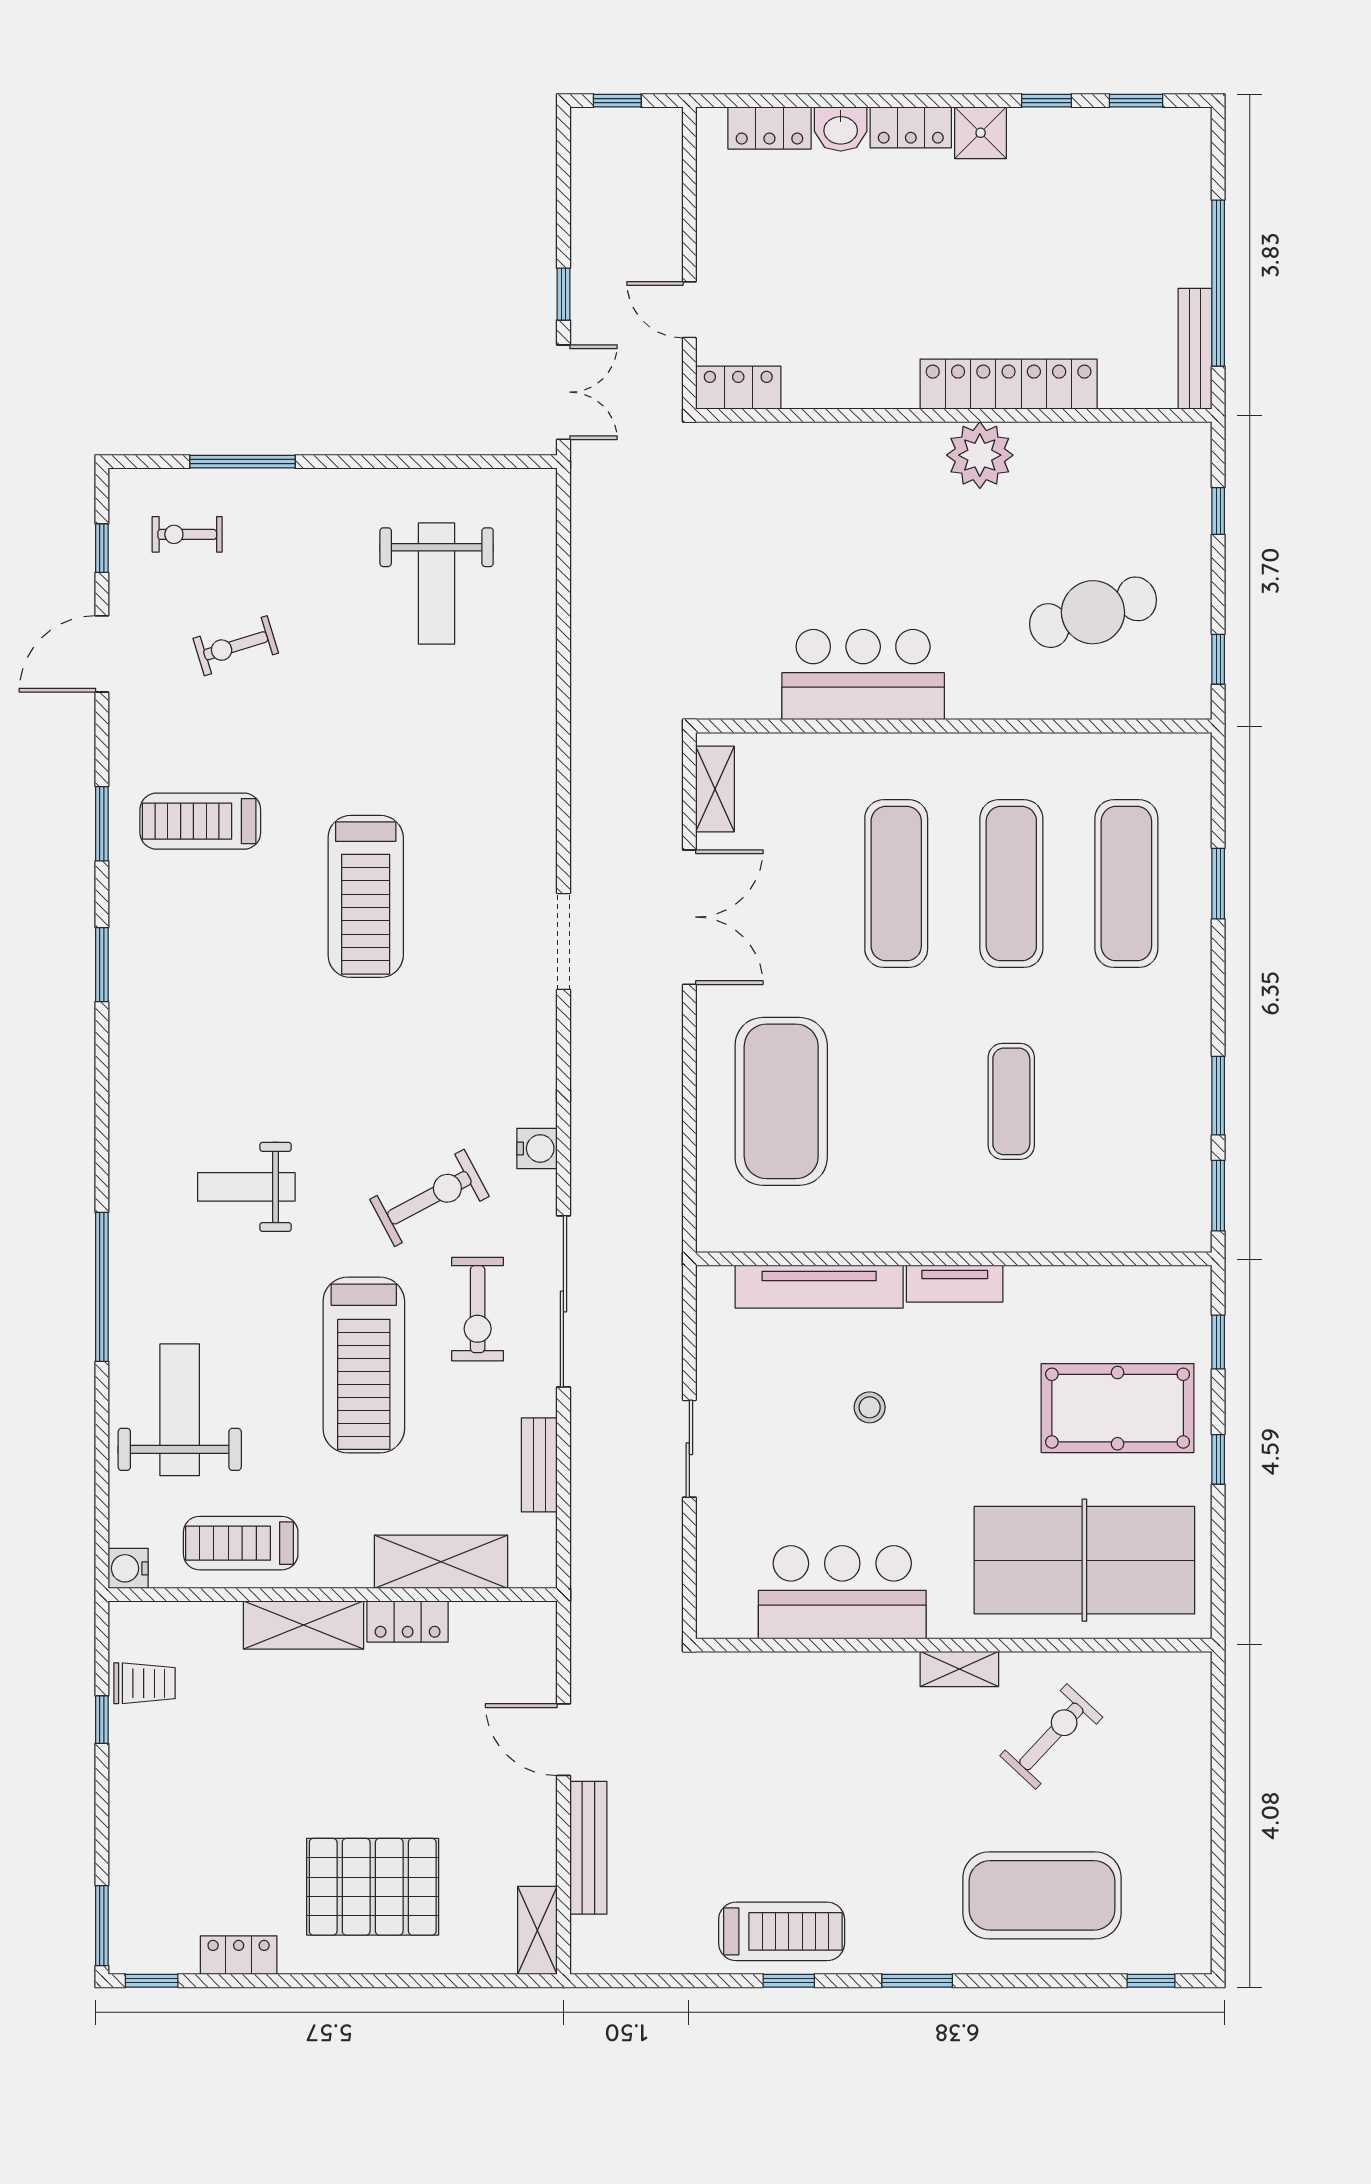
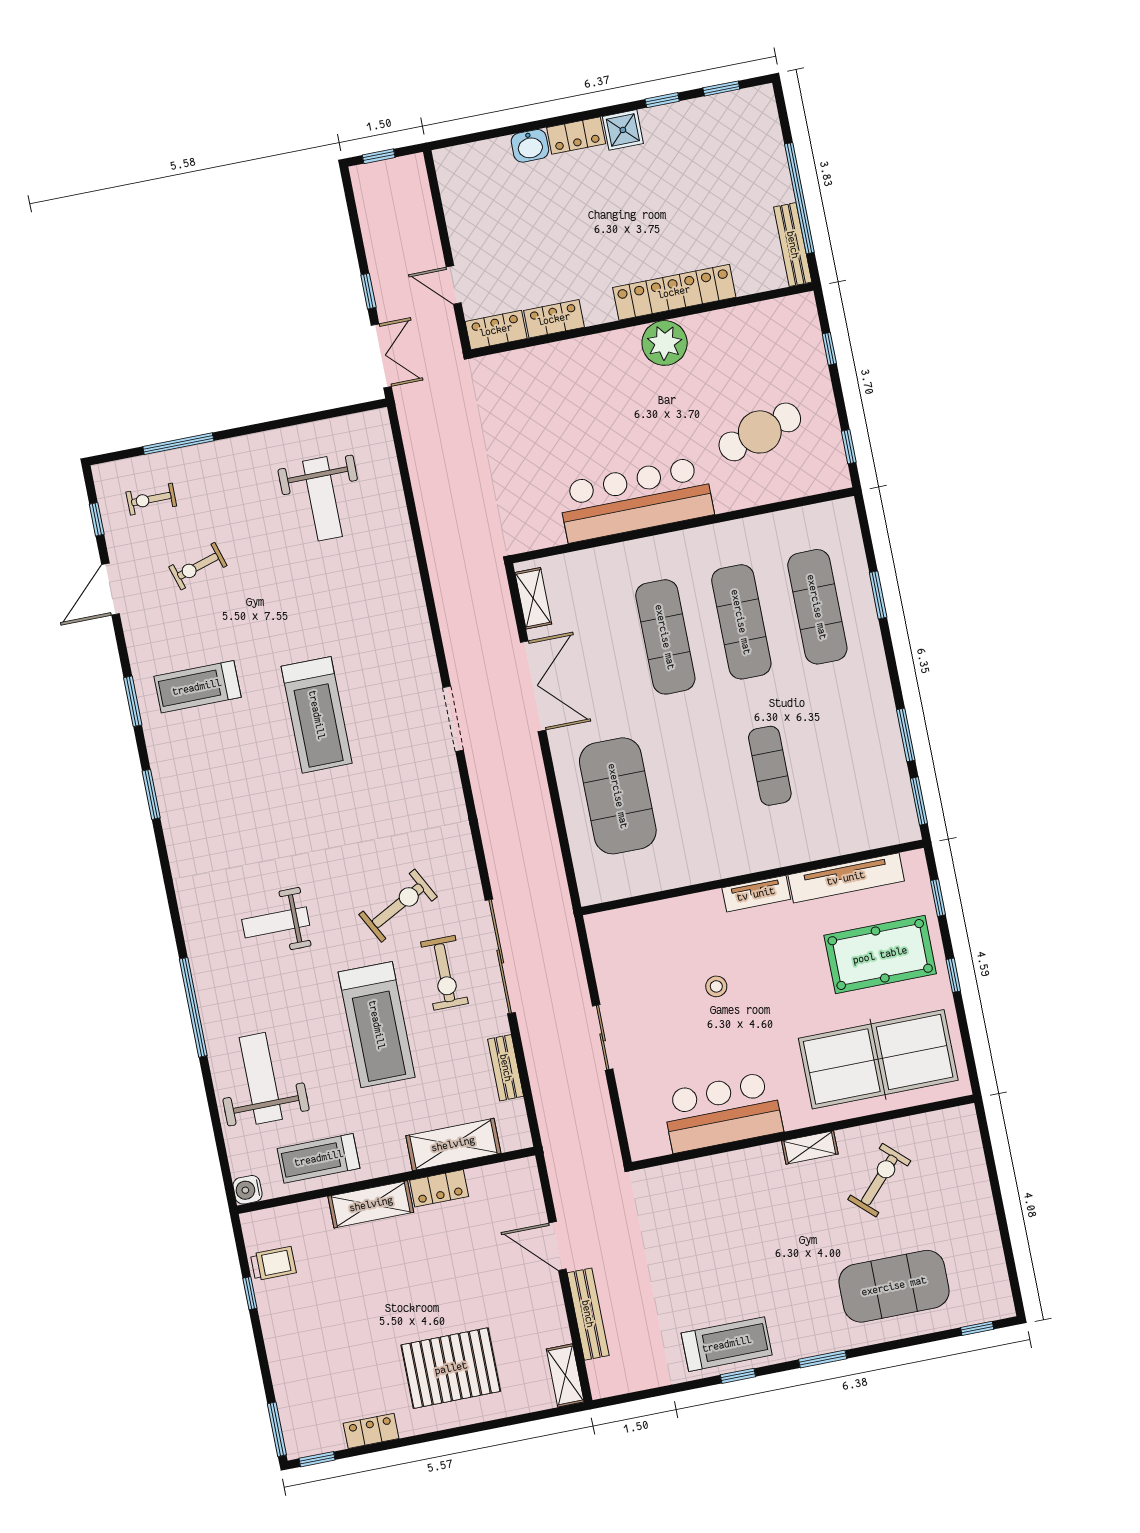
locker: (769, 128) -> (554, 319), moved, turned 180
bar counter: (863, 675) -> (636, 499), width x1.36
water cooler: (537, 1149) -> (463, 859), removed
tv unit: (819, 1287) -> (846, 878), moved

